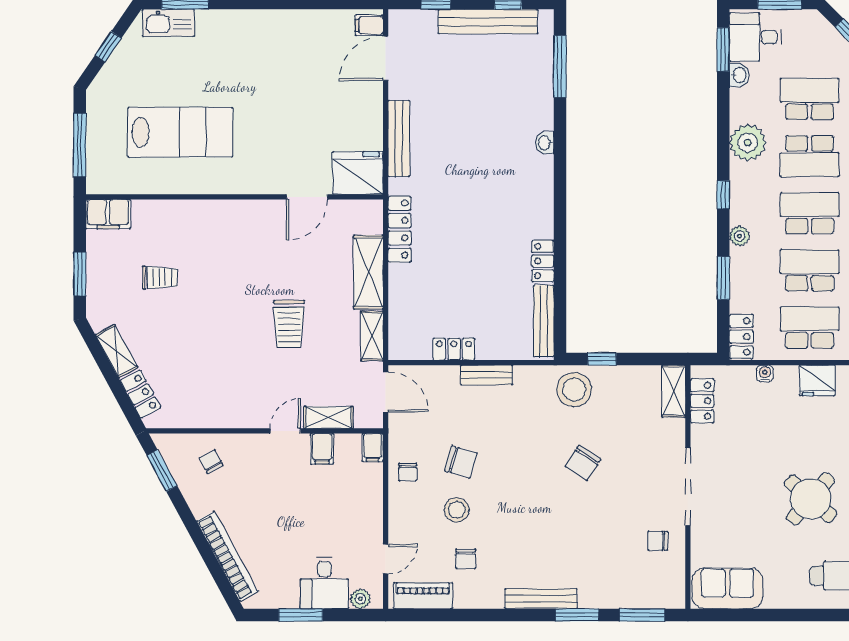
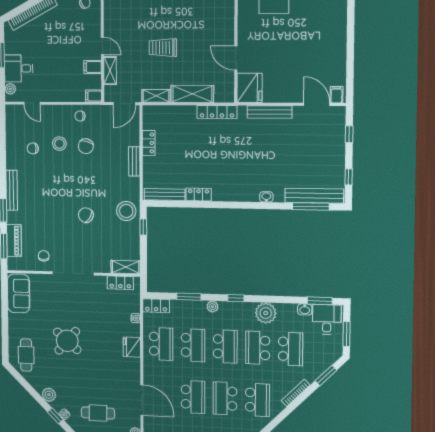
bench: (488, 22) -> (314, 196), moved, turned 90
piano: (423, 596) -> (14, 241), moved

